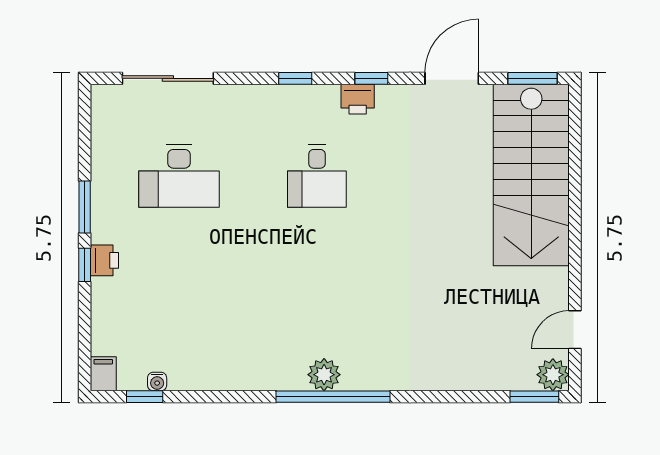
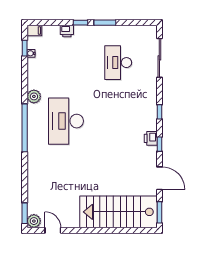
desk: (317, 176) -> (66, 121), moved, width x1.87, depth x1.30
printer: (104, 260) -> (67, 31), moved
plant: (324, 375) -> (34, 96), moved

